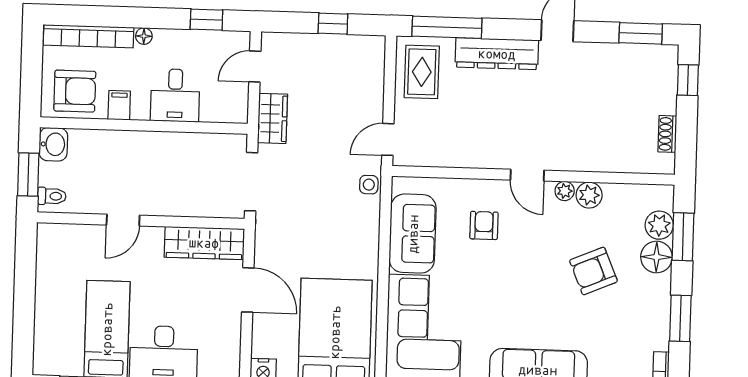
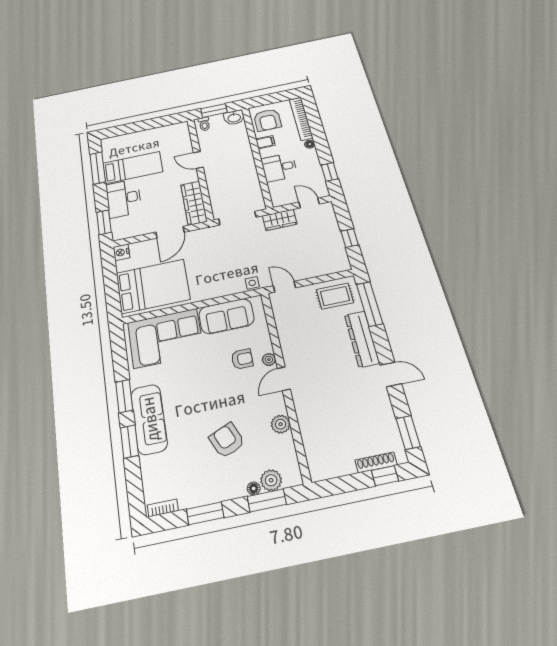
shoe rack: (667, 134) -> (376, 462), moved, width x1.43
plant: (565, 191) -> (269, 360), moved
floor lamp: (657, 257) -> (254, 488), width x0.53, depth x0.53

